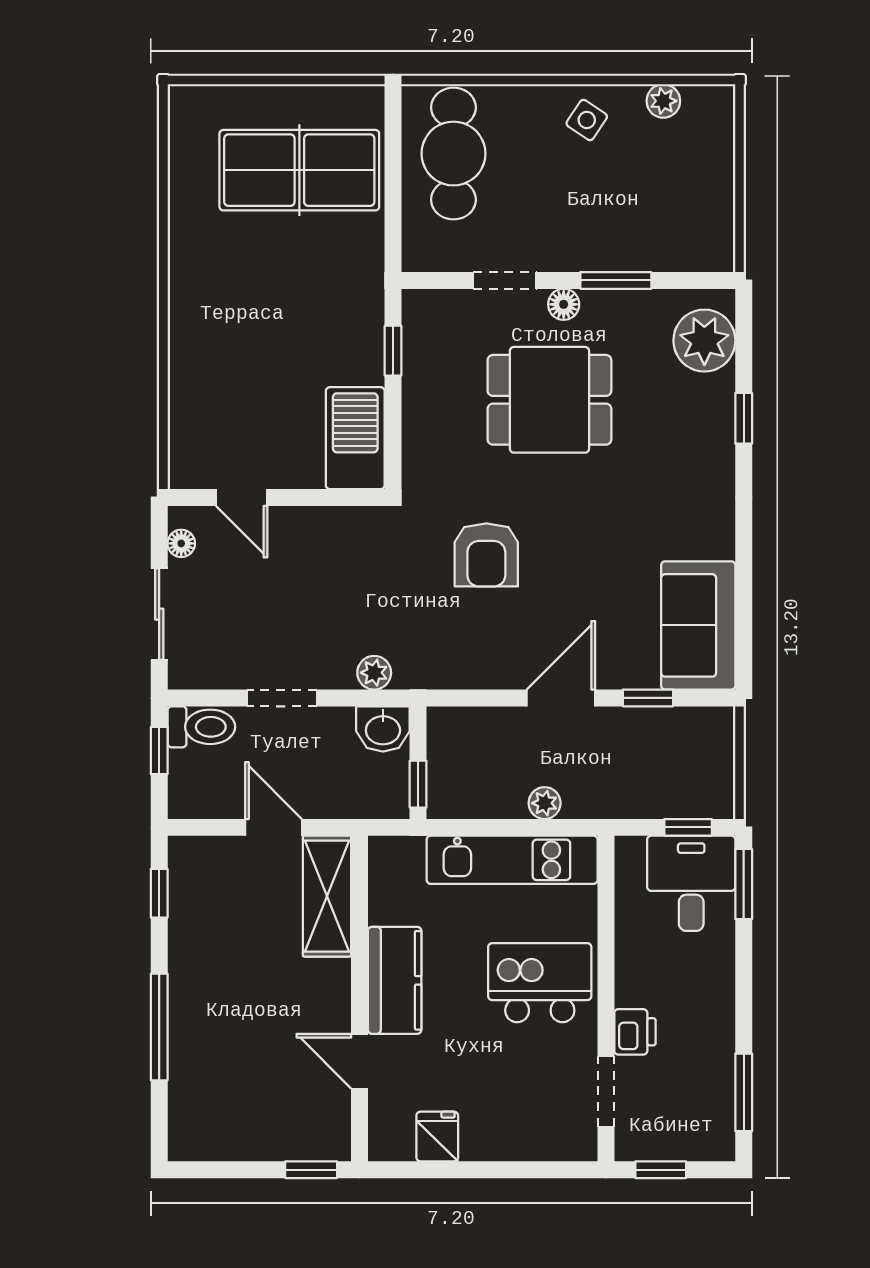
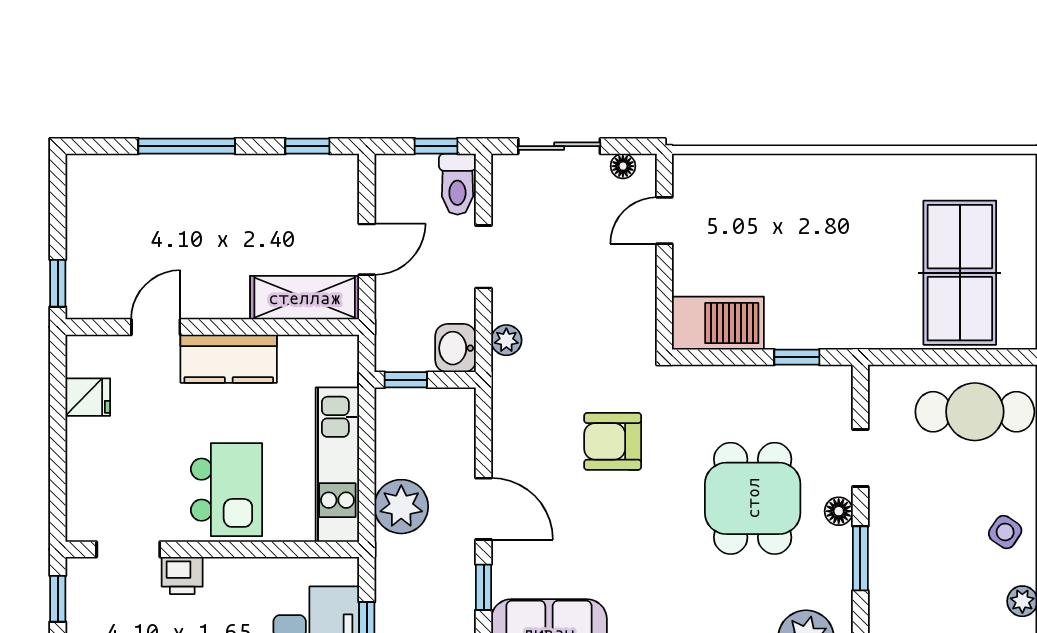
plant: (545, 803) -> (401, 507), width x1.87, depth x1.87

